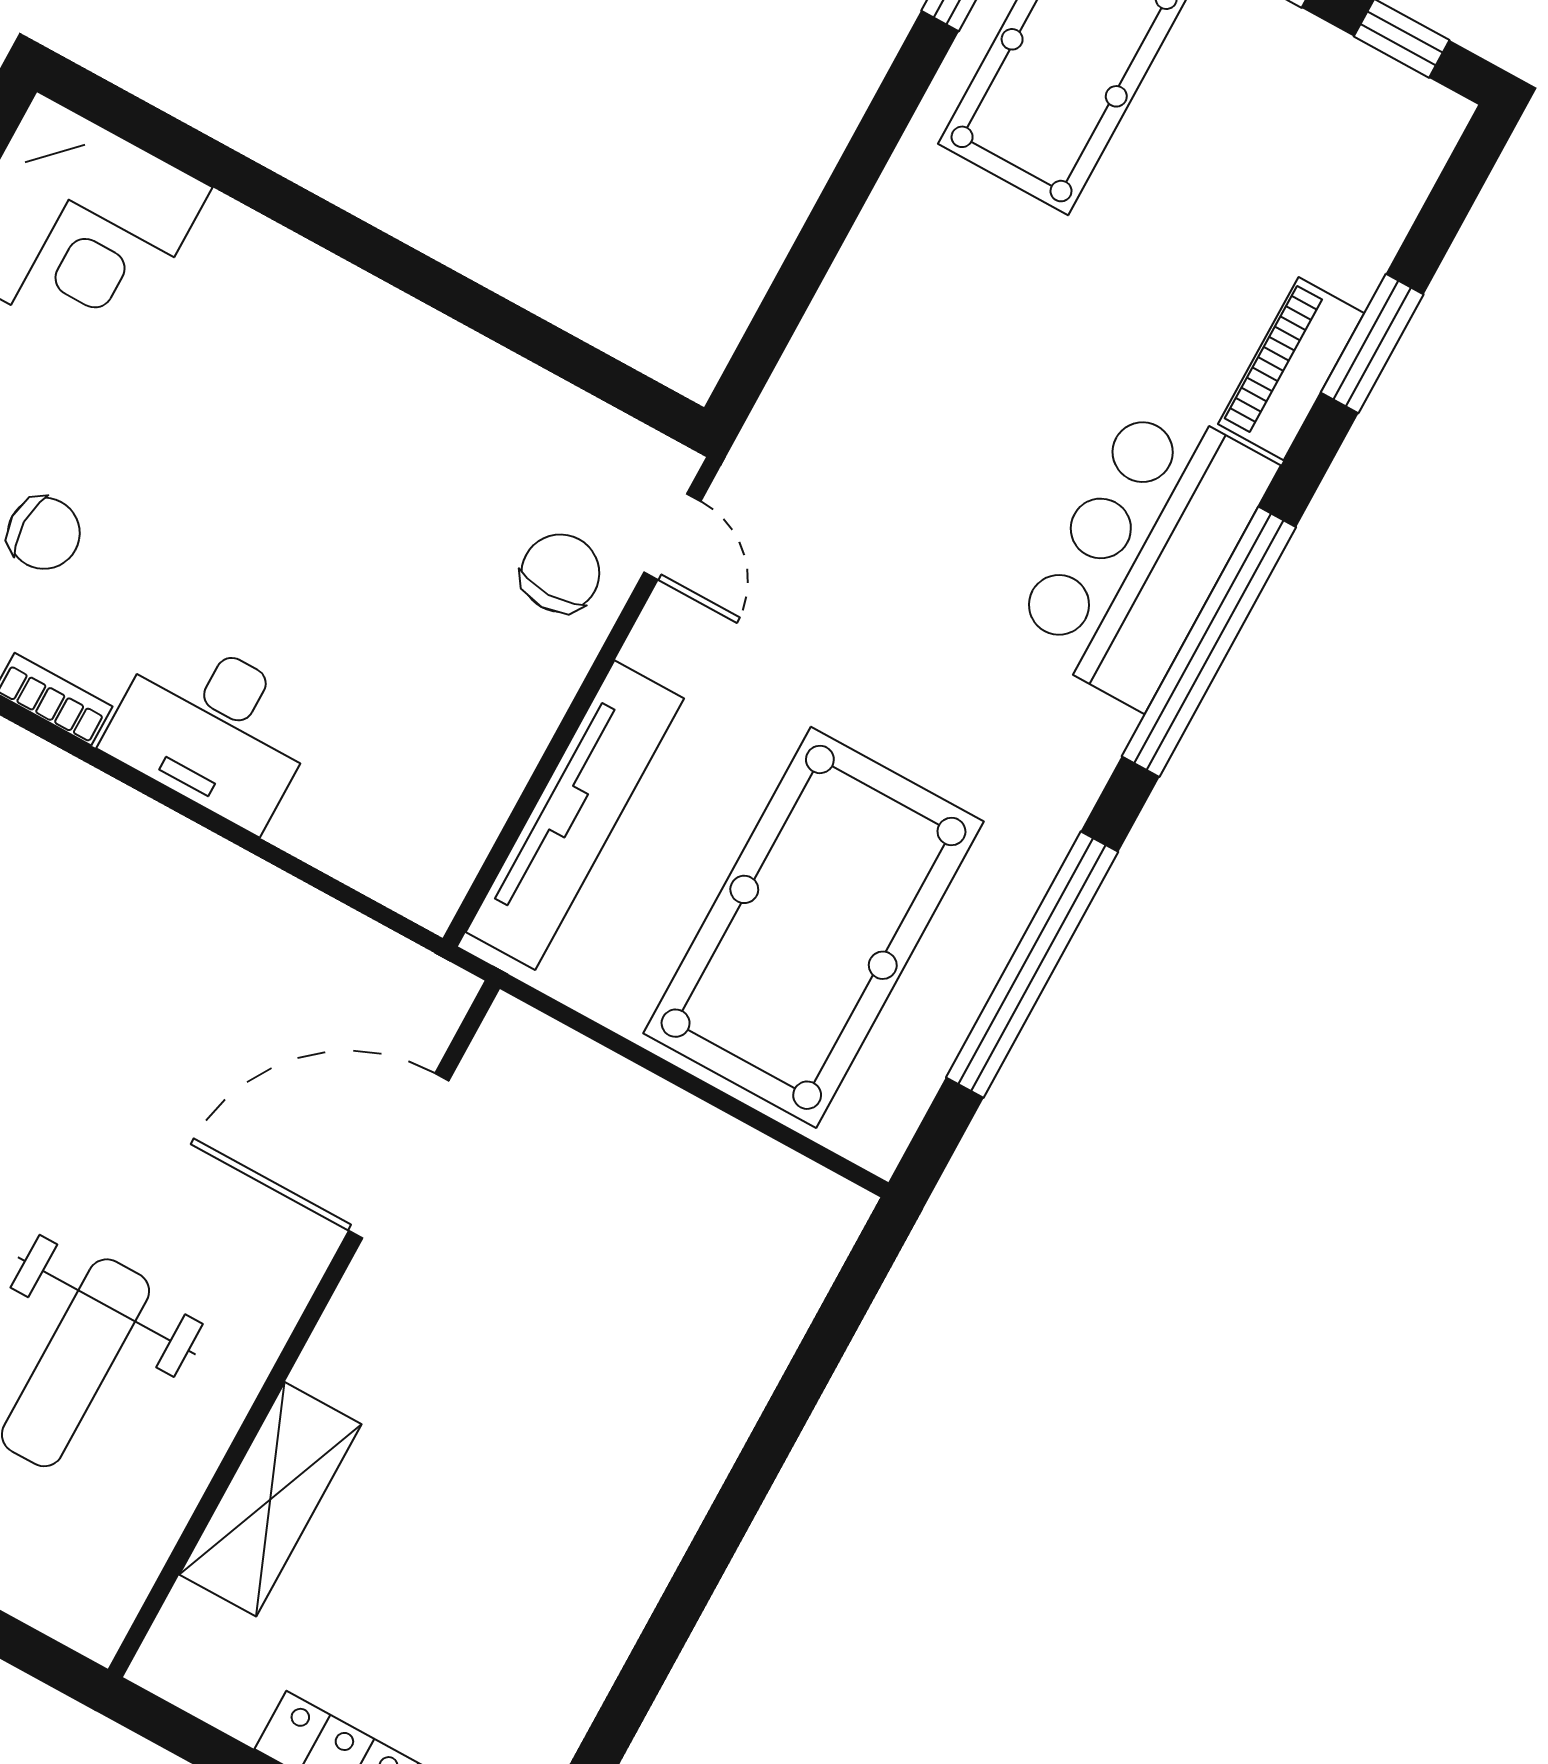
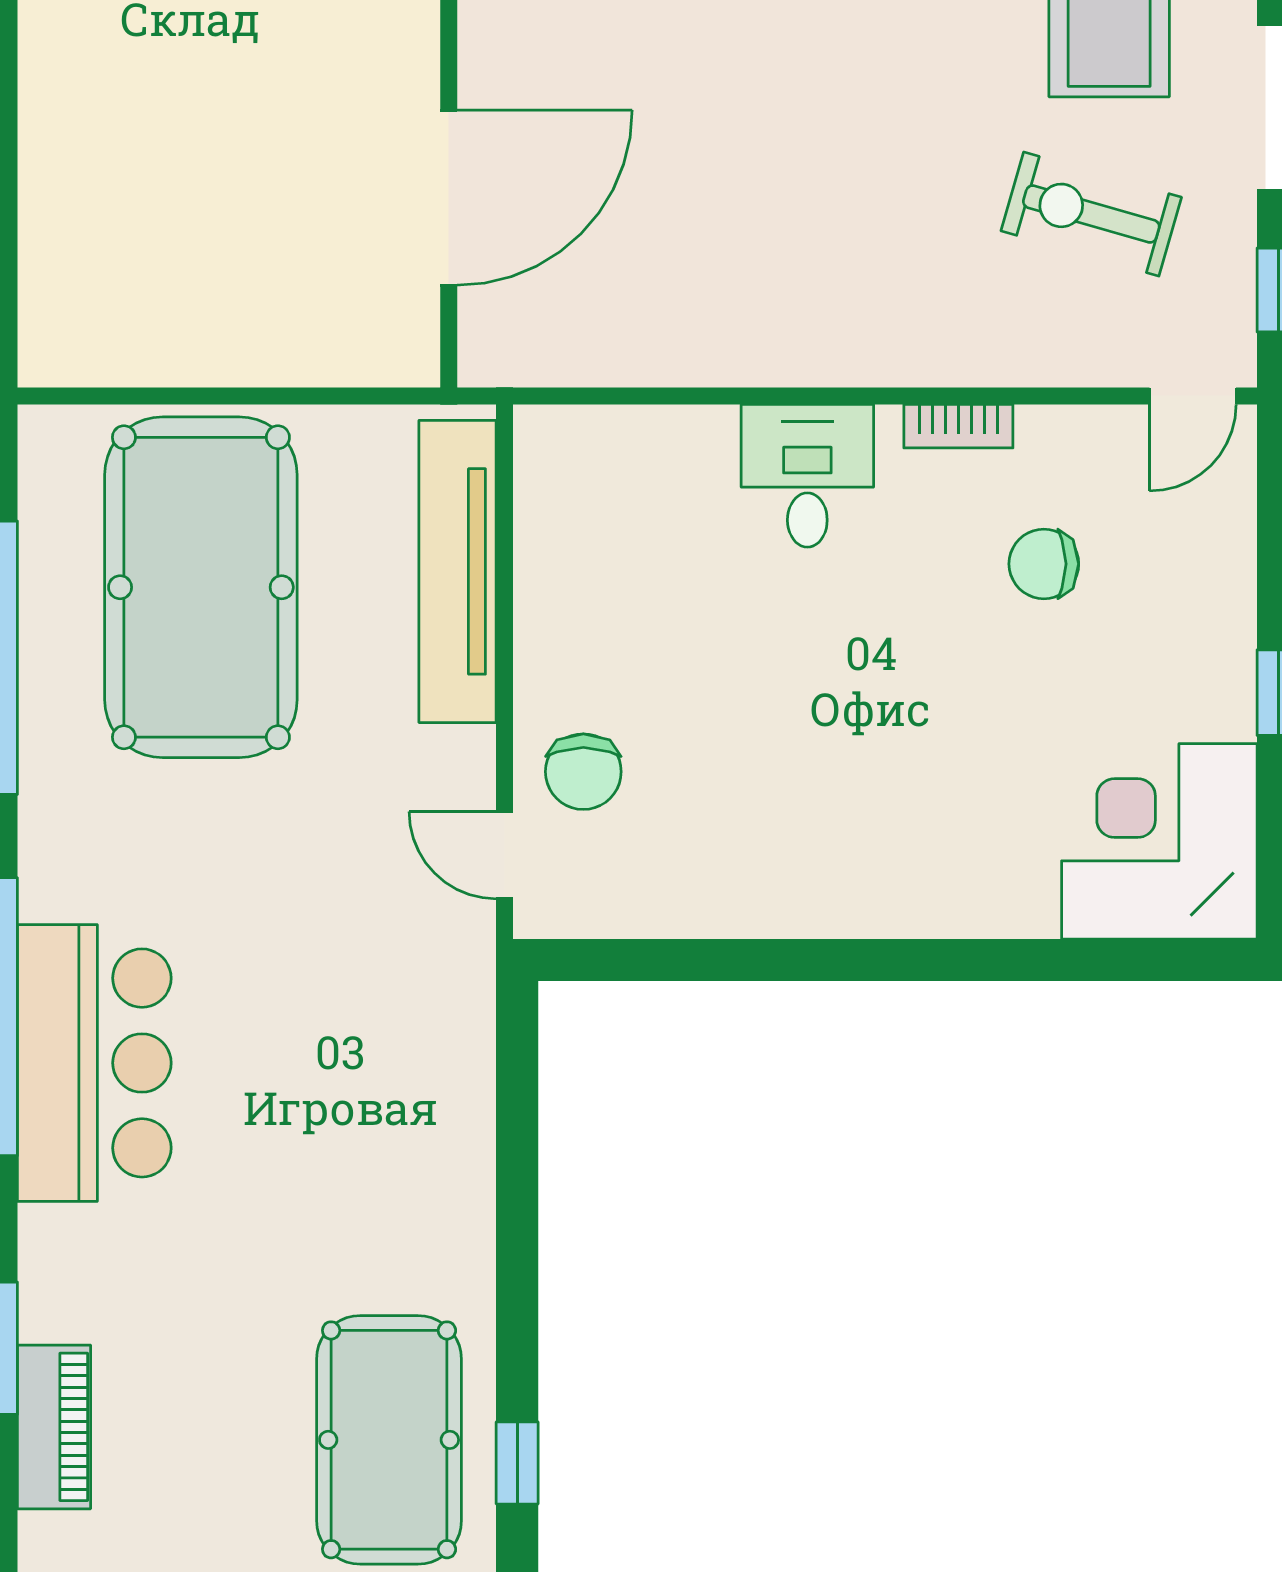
piano: (1291, 369) -> (54, 1427), moved
desk: (213, 729) -> (807, 476), width x0.73

